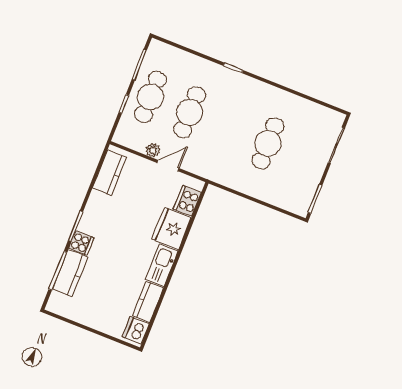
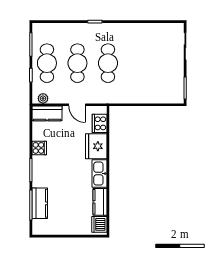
cafe table: (268, 143) -> (108, 63), moved
plant: (153, 150) -> (43, 98), moved
door: (168, 165) -> (77, 105), swing flipped
kitchen counter: (110, 173) -> (47, 113), moved, turned 90
cooker: (81, 243) -> (39, 148), moved

